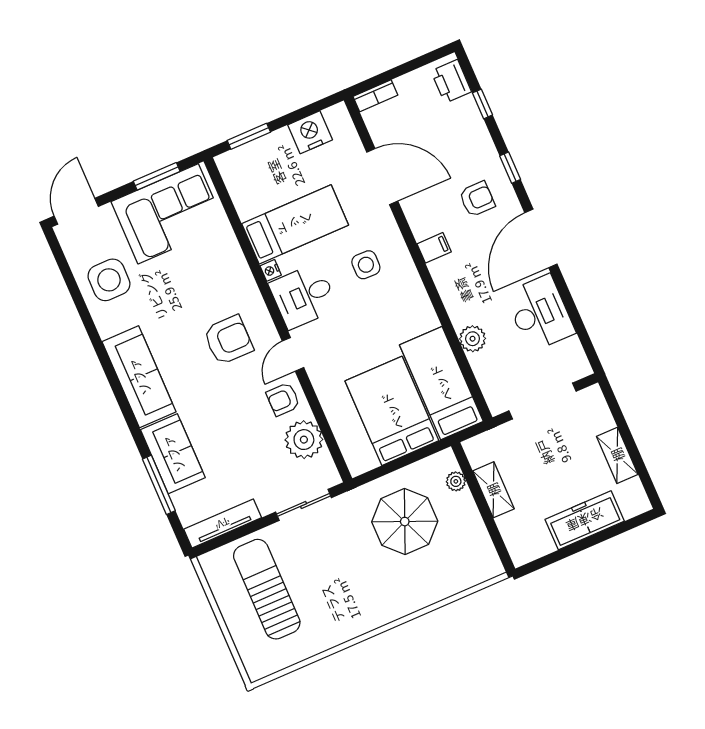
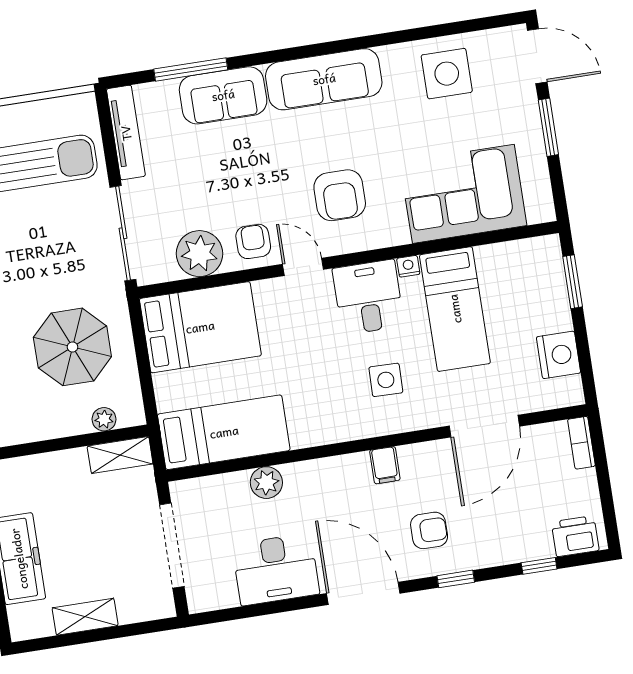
window: (157, 176) -> (548, 127), moved
armchair: (477, 199) -> (429, 530), turned -90
corner sofa: (168, 214) -> (463, 194), moved, turned 90
bed: (392, 411) -> (200, 327), moved
shelving: (493, 490) -> (120, 455), moved
sliding door: (304, 505) -> (123, 233), width x1.37

